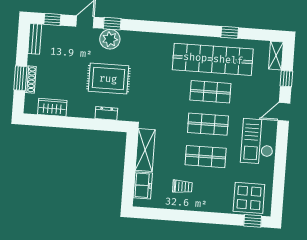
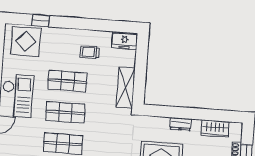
dresser: (106, 113) -> (180, 124), moved
freezer: (143, 185) -> (124, 40), moved, turned -90
window: (253, 221) -> (41, 21), moved

